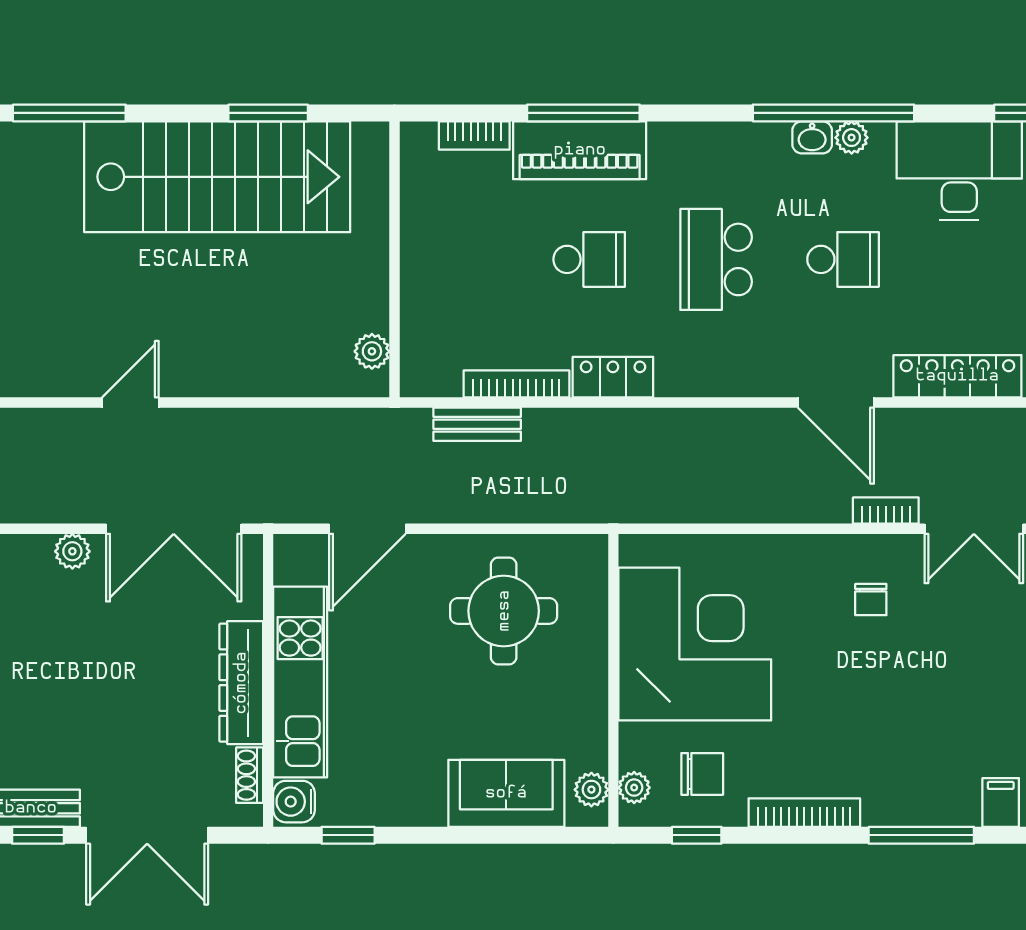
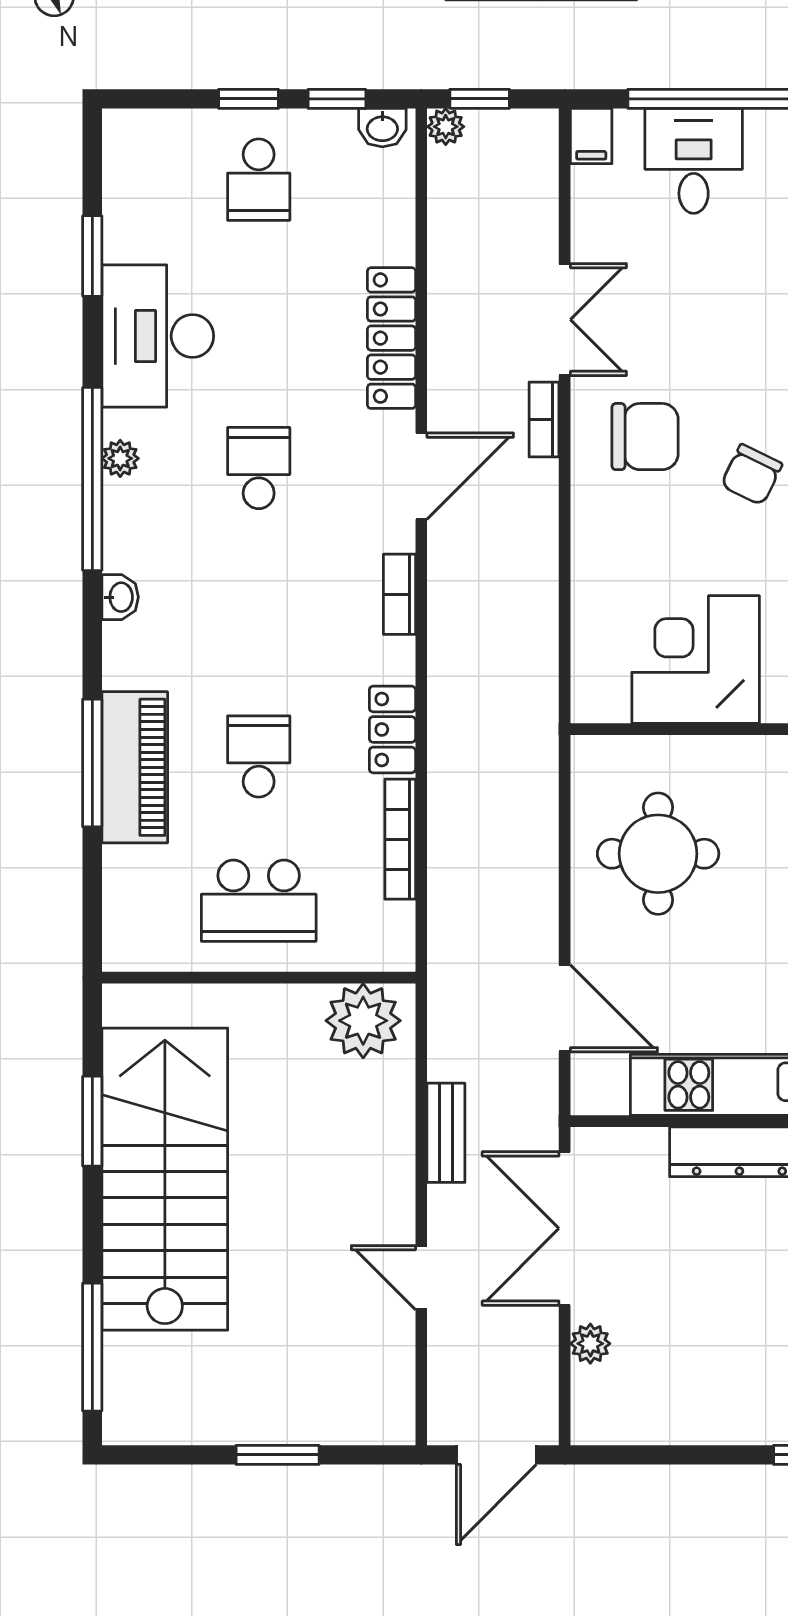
bookcase: (474, 135) -> (399, 594), moved, turned 180
washbasin: (812, 137) -> (120, 597), moved
school desk: (716, 259) -> (259, 901), moved
plant: (372, 351) -> (363, 1021), width x1.87, depth x1.87
bench: (477, 424) -> (446, 1133), moved
double door: (174, 529) -> (565, 1228), swing flipped
chair: (871, 600) -> (645, 437), width x1.87, depth x1.87
corner desk: (695, 644) -> (696, 660), width x0.74, depth x0.74
chair: (837, 693) -> (752, 475), added

